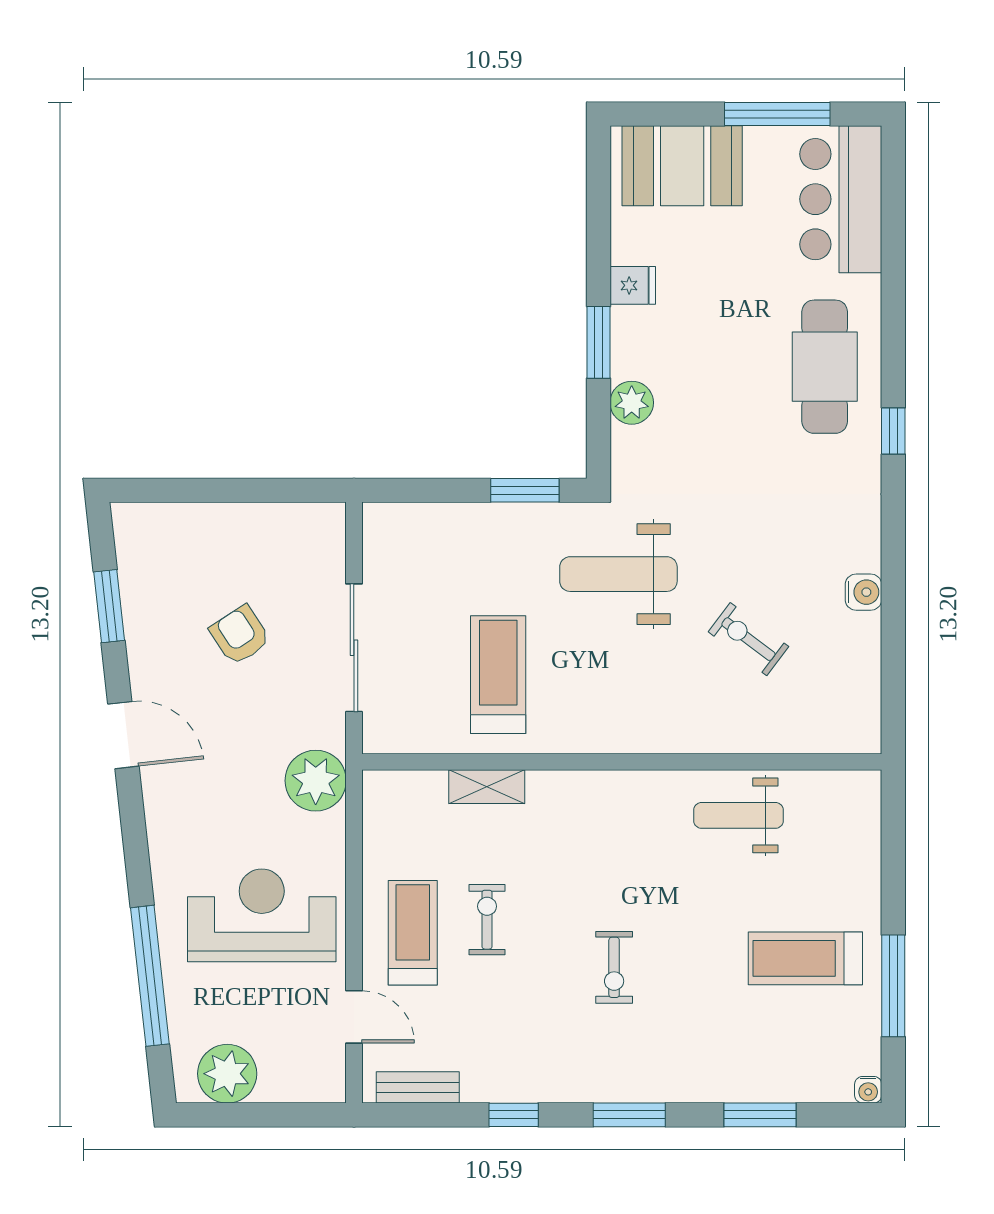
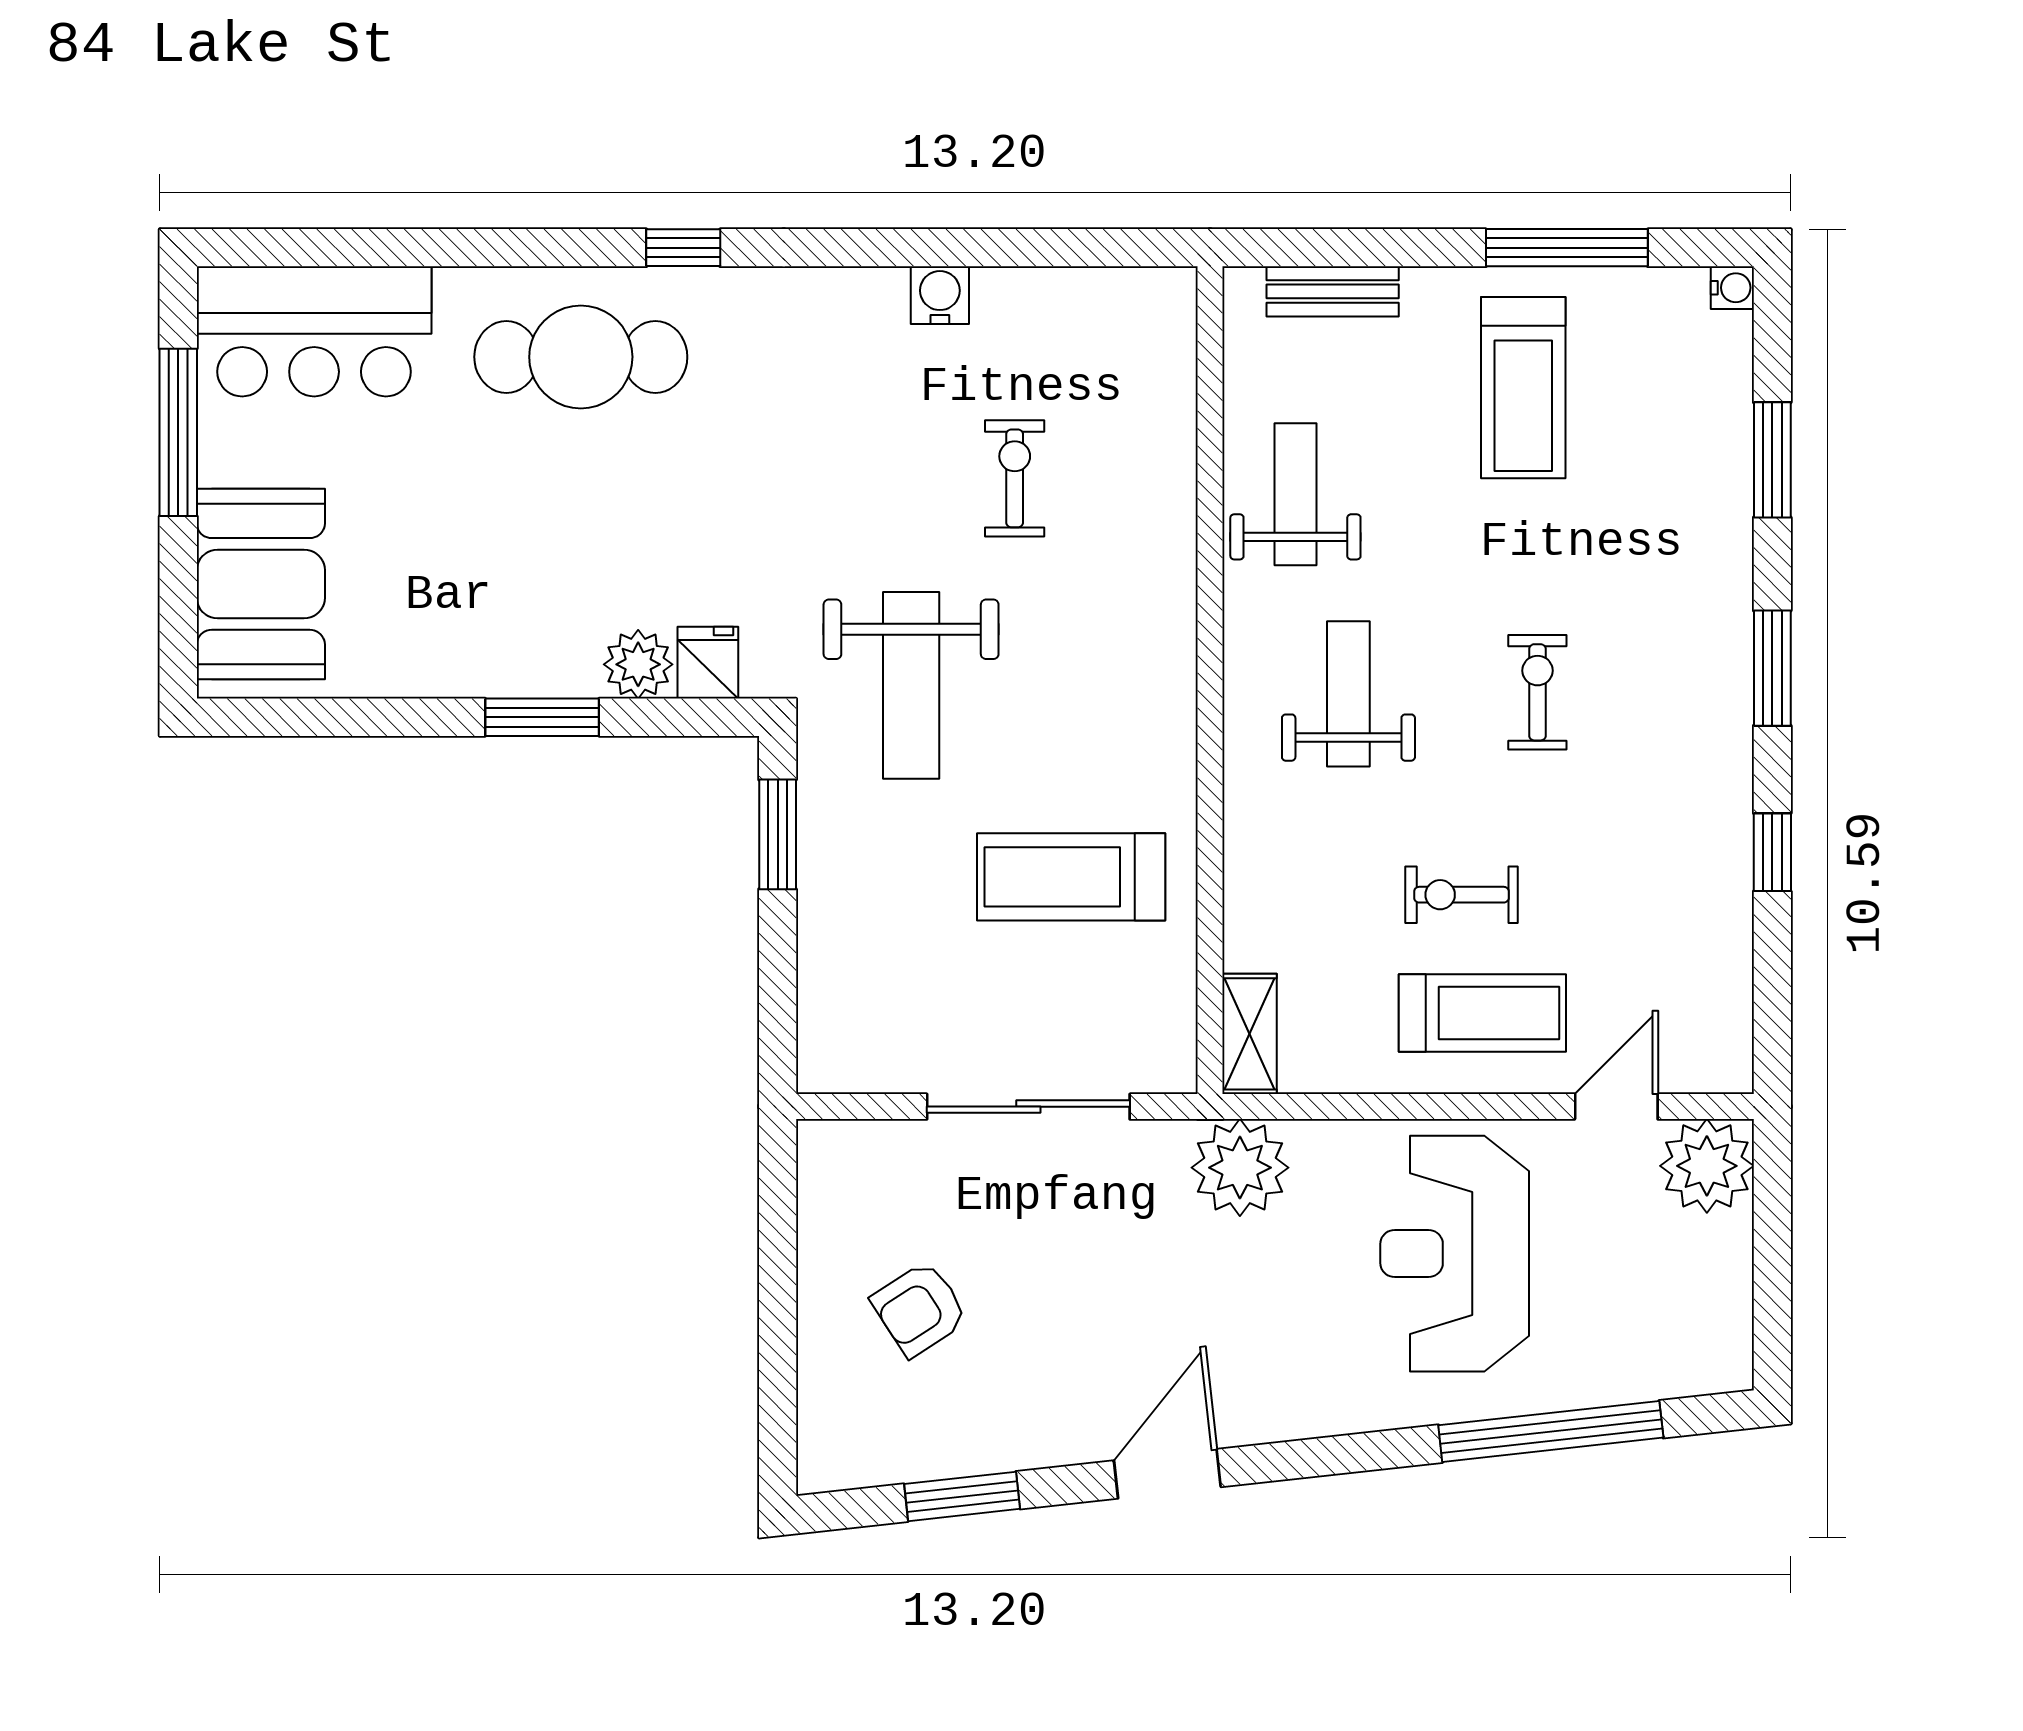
fridge: (633, 285) -> (708, 663), moved
armchair: (240, 635) -> (920, 1309), moved
exercise bike: (748, 639) -> (1015, 478), turned 143
shelving: (487, 787) -> (1250, 1034), moved
weight bench: (739, 815) -> (1295, 494), turned 180
weight bench: (613, 849) -> (1348, 694), added
treadmill: (413, 933) -> (1482, 1013), turned 180
exercise bike: (614, 967) -> (1537, 692), turned -90
plant: (227, 1074) -> (1707, 1166), moved
bench: (418, 1087) -> (1333, 291), moved, turned 90

